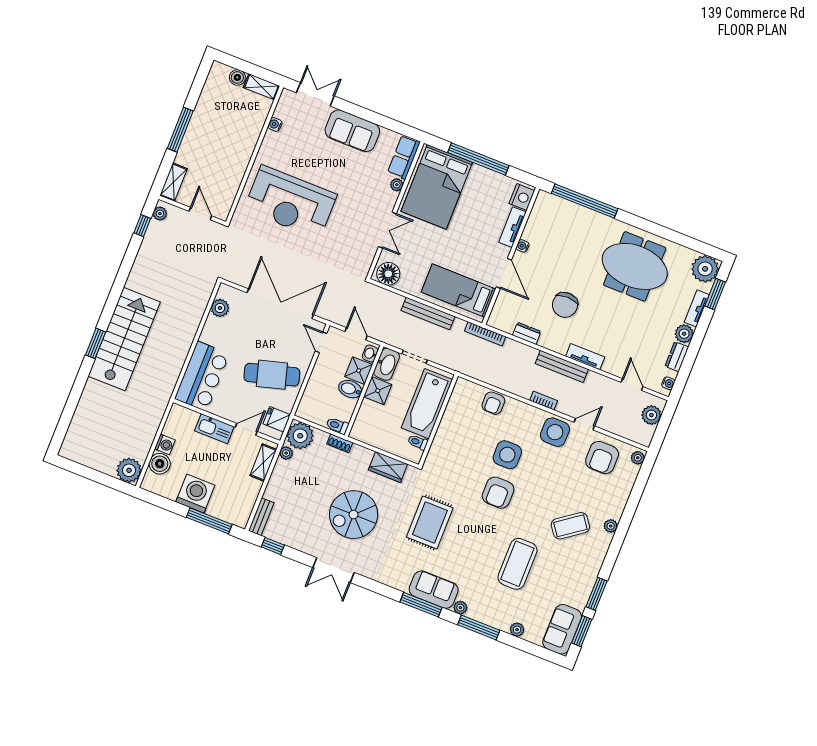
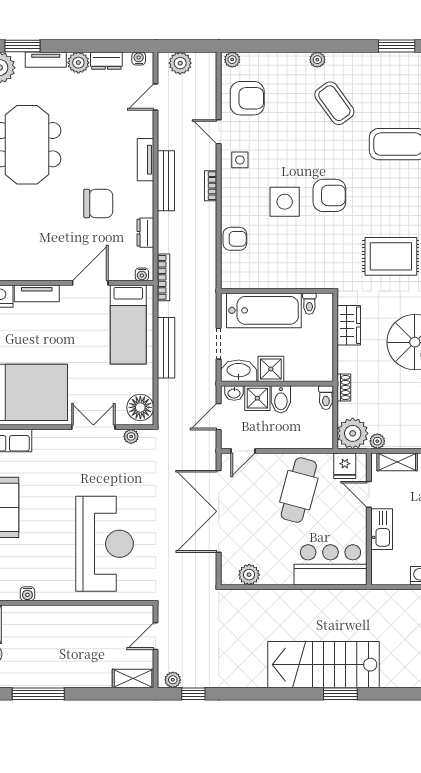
window: (180, 130) -> (38, 694), moved
plant: (397, 185) -> (131, 436), moved
water cooler: (523, 246) -> (142, 274), moved
cafe table: (272, 375) -> (299, 490), turned 31
side table: (555, 432) -> (240, 160), width x0.54, depth x0.54

